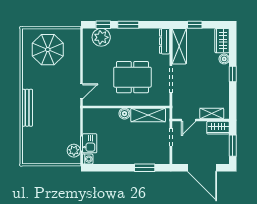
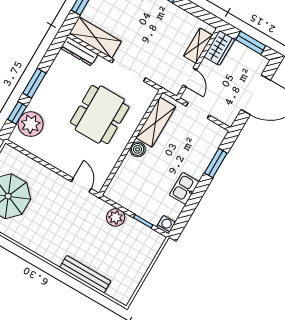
bench: (27, 108) -> (85, 274), moved
kitchen sink: (90, 143) -> (184, 188), moved, turned -90
plant: (74, 151) -> (116, 217), moved

